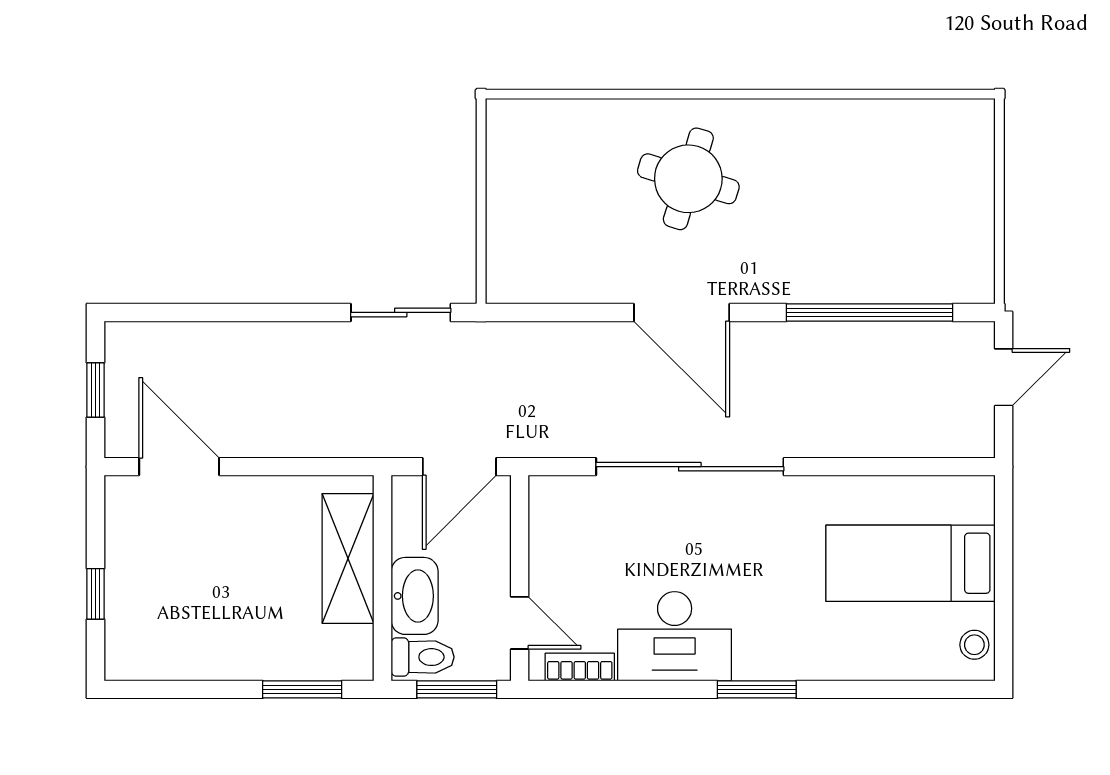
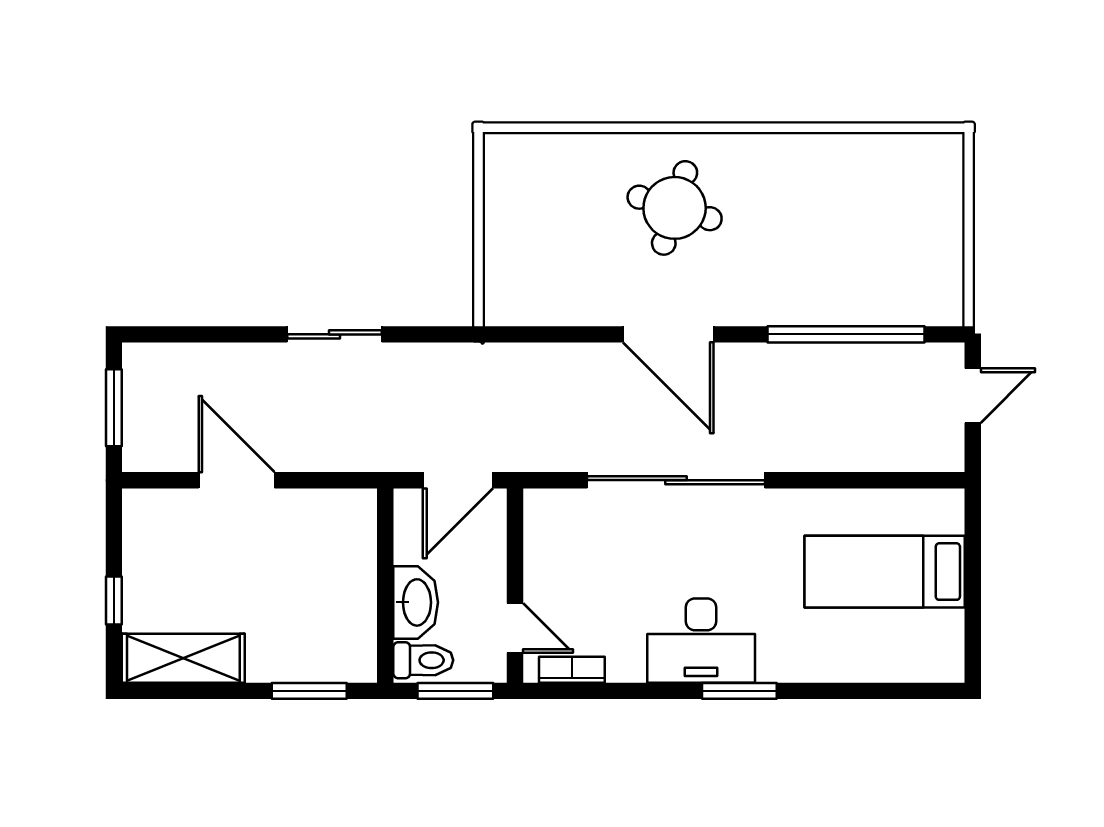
sliding door: (401, 312) -> (334, 334), moved
window: (96, 390) -> (114, 408), width x1.50
door: (179, 467) -> (237, 480), moved
shelving: (348, 558) -> (183, 658), moved, turned 90
desk: (675, 636) -> (701, 641), moved
stool: (974, 645) -> (945, 649), removed

